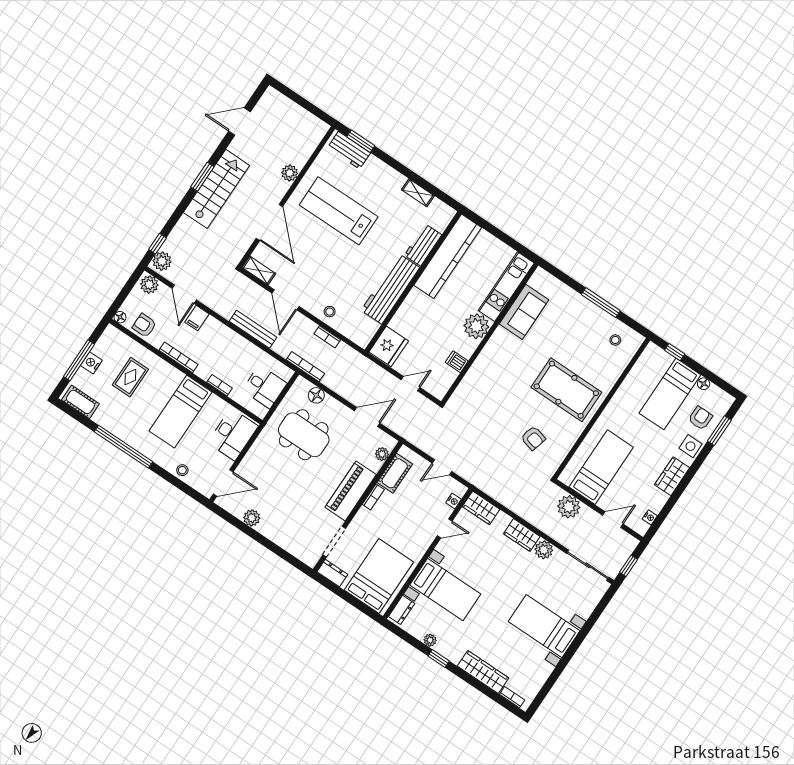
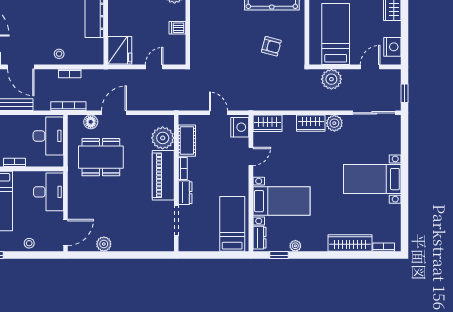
desk: (264, 387) -> (48, 136), width x1.37
door: (367, 417) -> (114, 113), moved
plant: (382, 454) -> (163, 138), width x1.88, depth x1.88
door: (442, 467) -> (218, 113), swing flipped
nightstand: (453, 501) -> (240, 127), width x1.89, depth x1.79
nightstand: (650, 517) -> (392, 47), width x1.89, depth x1.79
dresser: (332, 573) -> (185, 193), moved, turned 90
bed: (379, 576) -> (232, 224), width x0.67
window: (439, 659) -> (279, 255), moved

